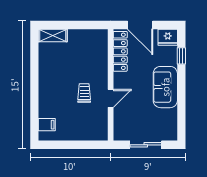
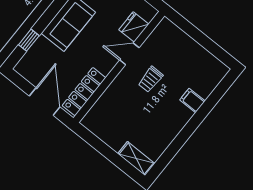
fridge: (168, 37) -> (134, 27), moved, turned -90
filing cabinet: (47, 125) -> (192, 101), moved

